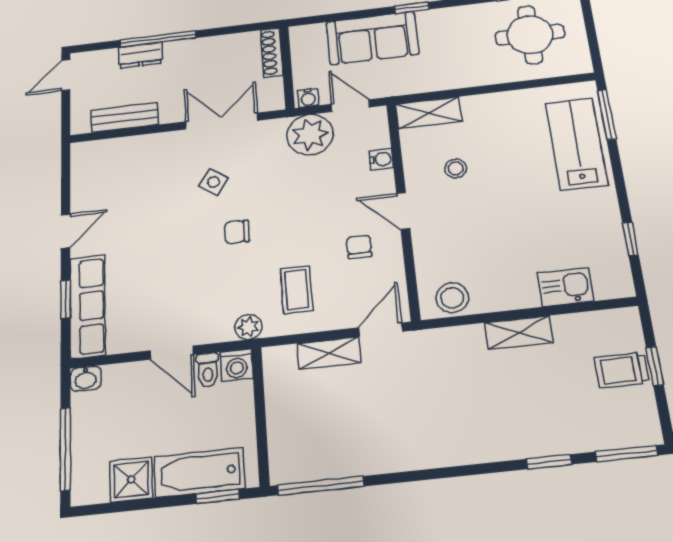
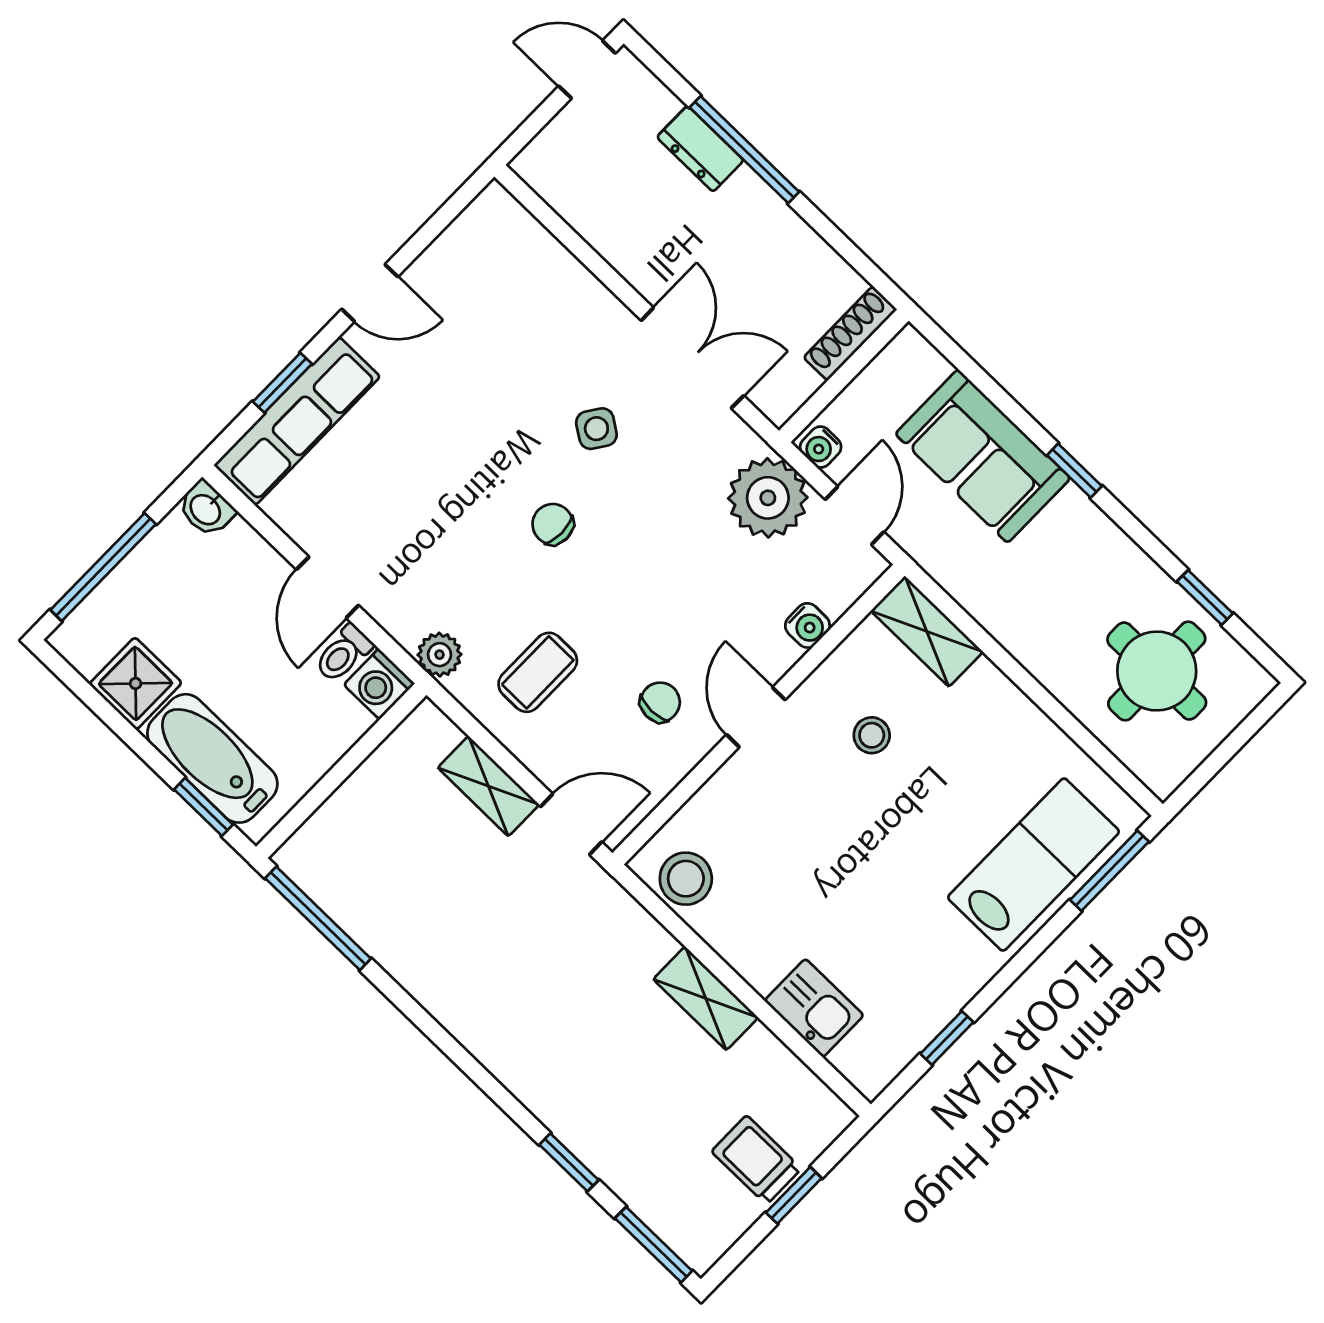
bench: (125, 117) -> (591, 217), removed

